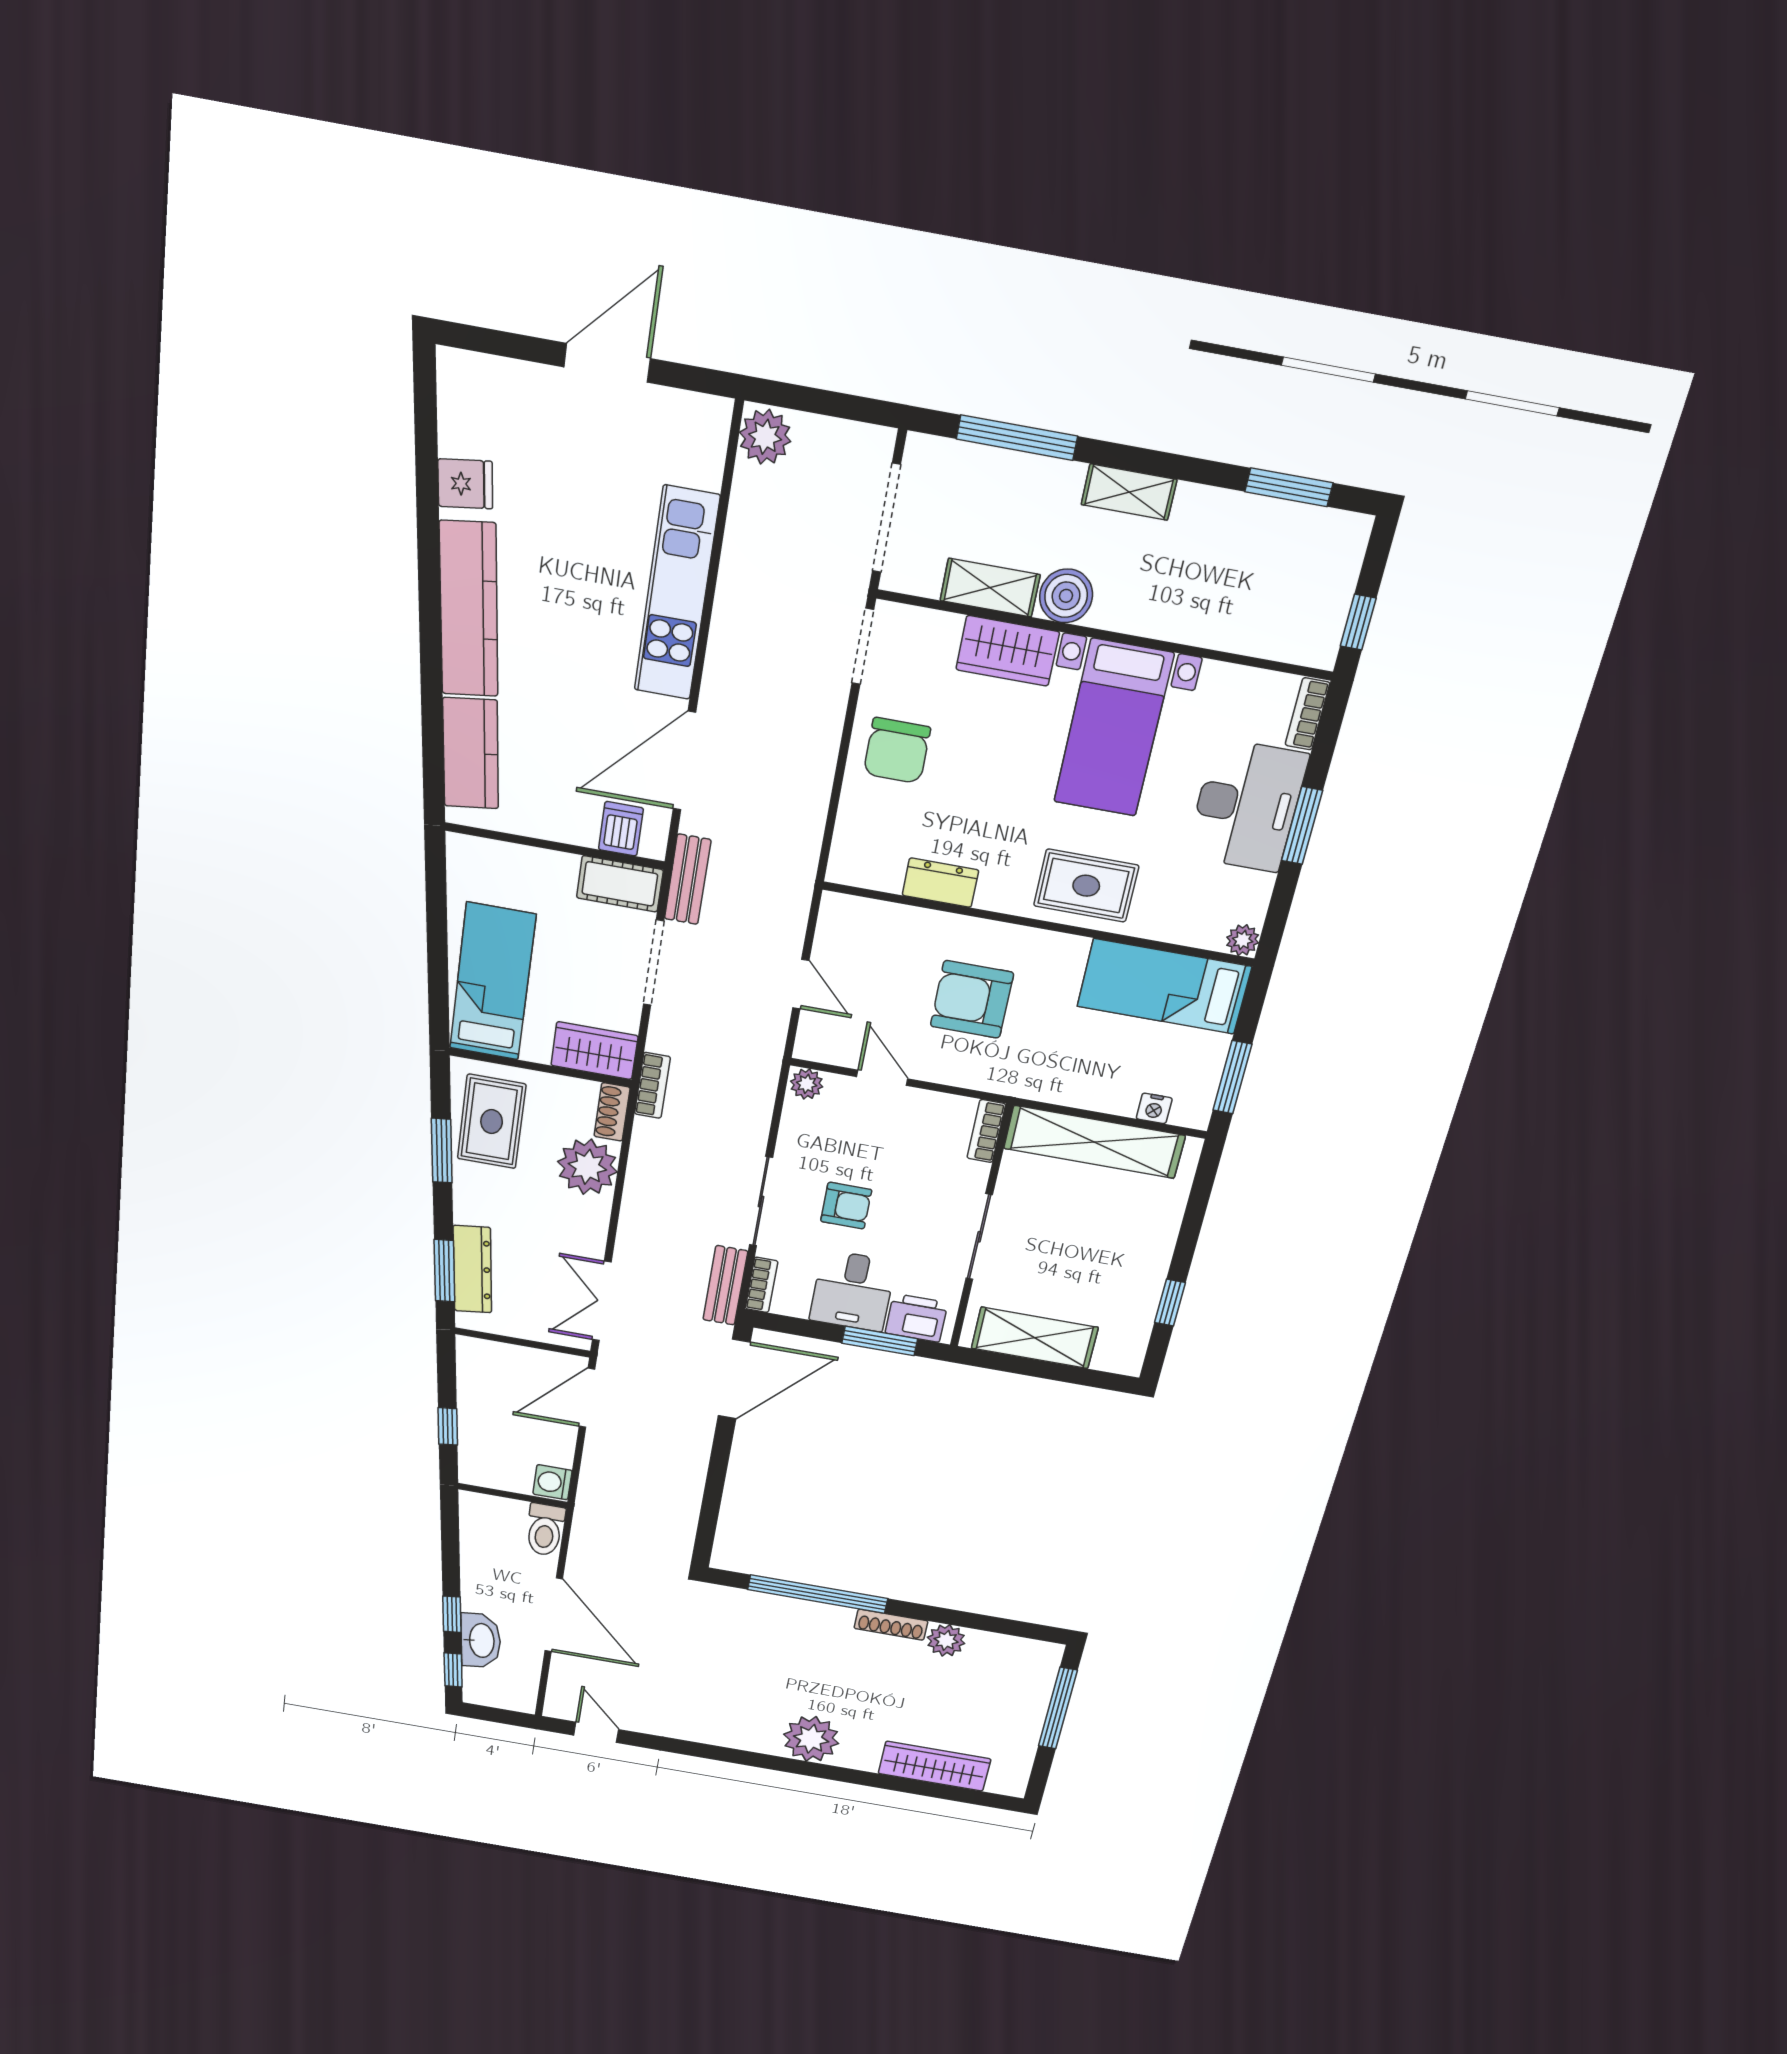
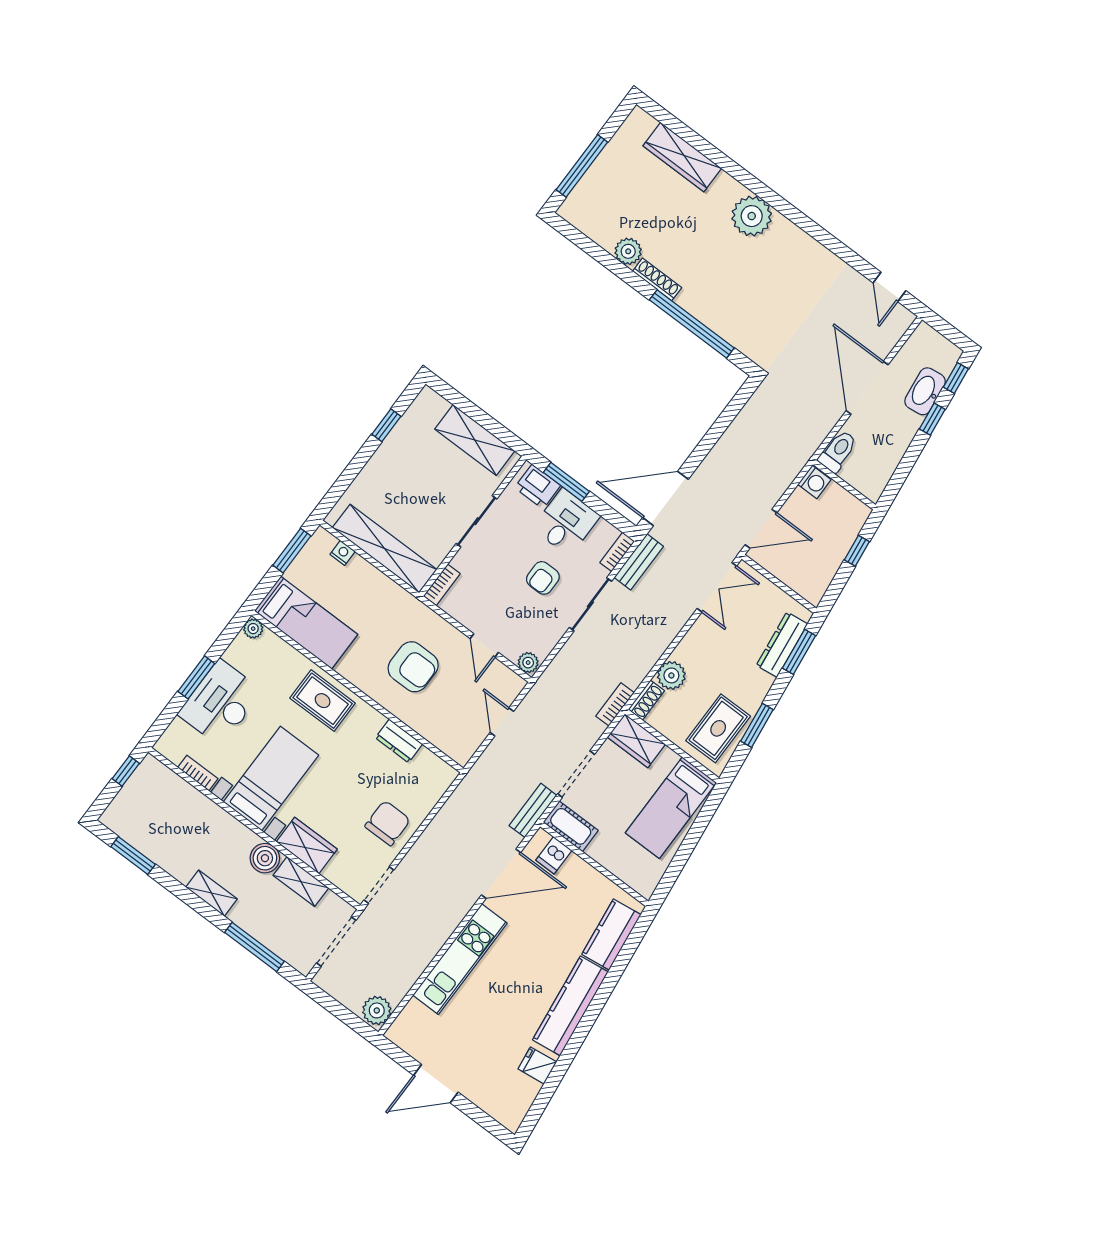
bookcase: (1307, 714) -> (198, 773), moved, turned -90
plant: (587, 1167) -> (671, 675), width x0.73, depth x0.73
armchair: (846, 1206) -> (543, 578), turned -90

